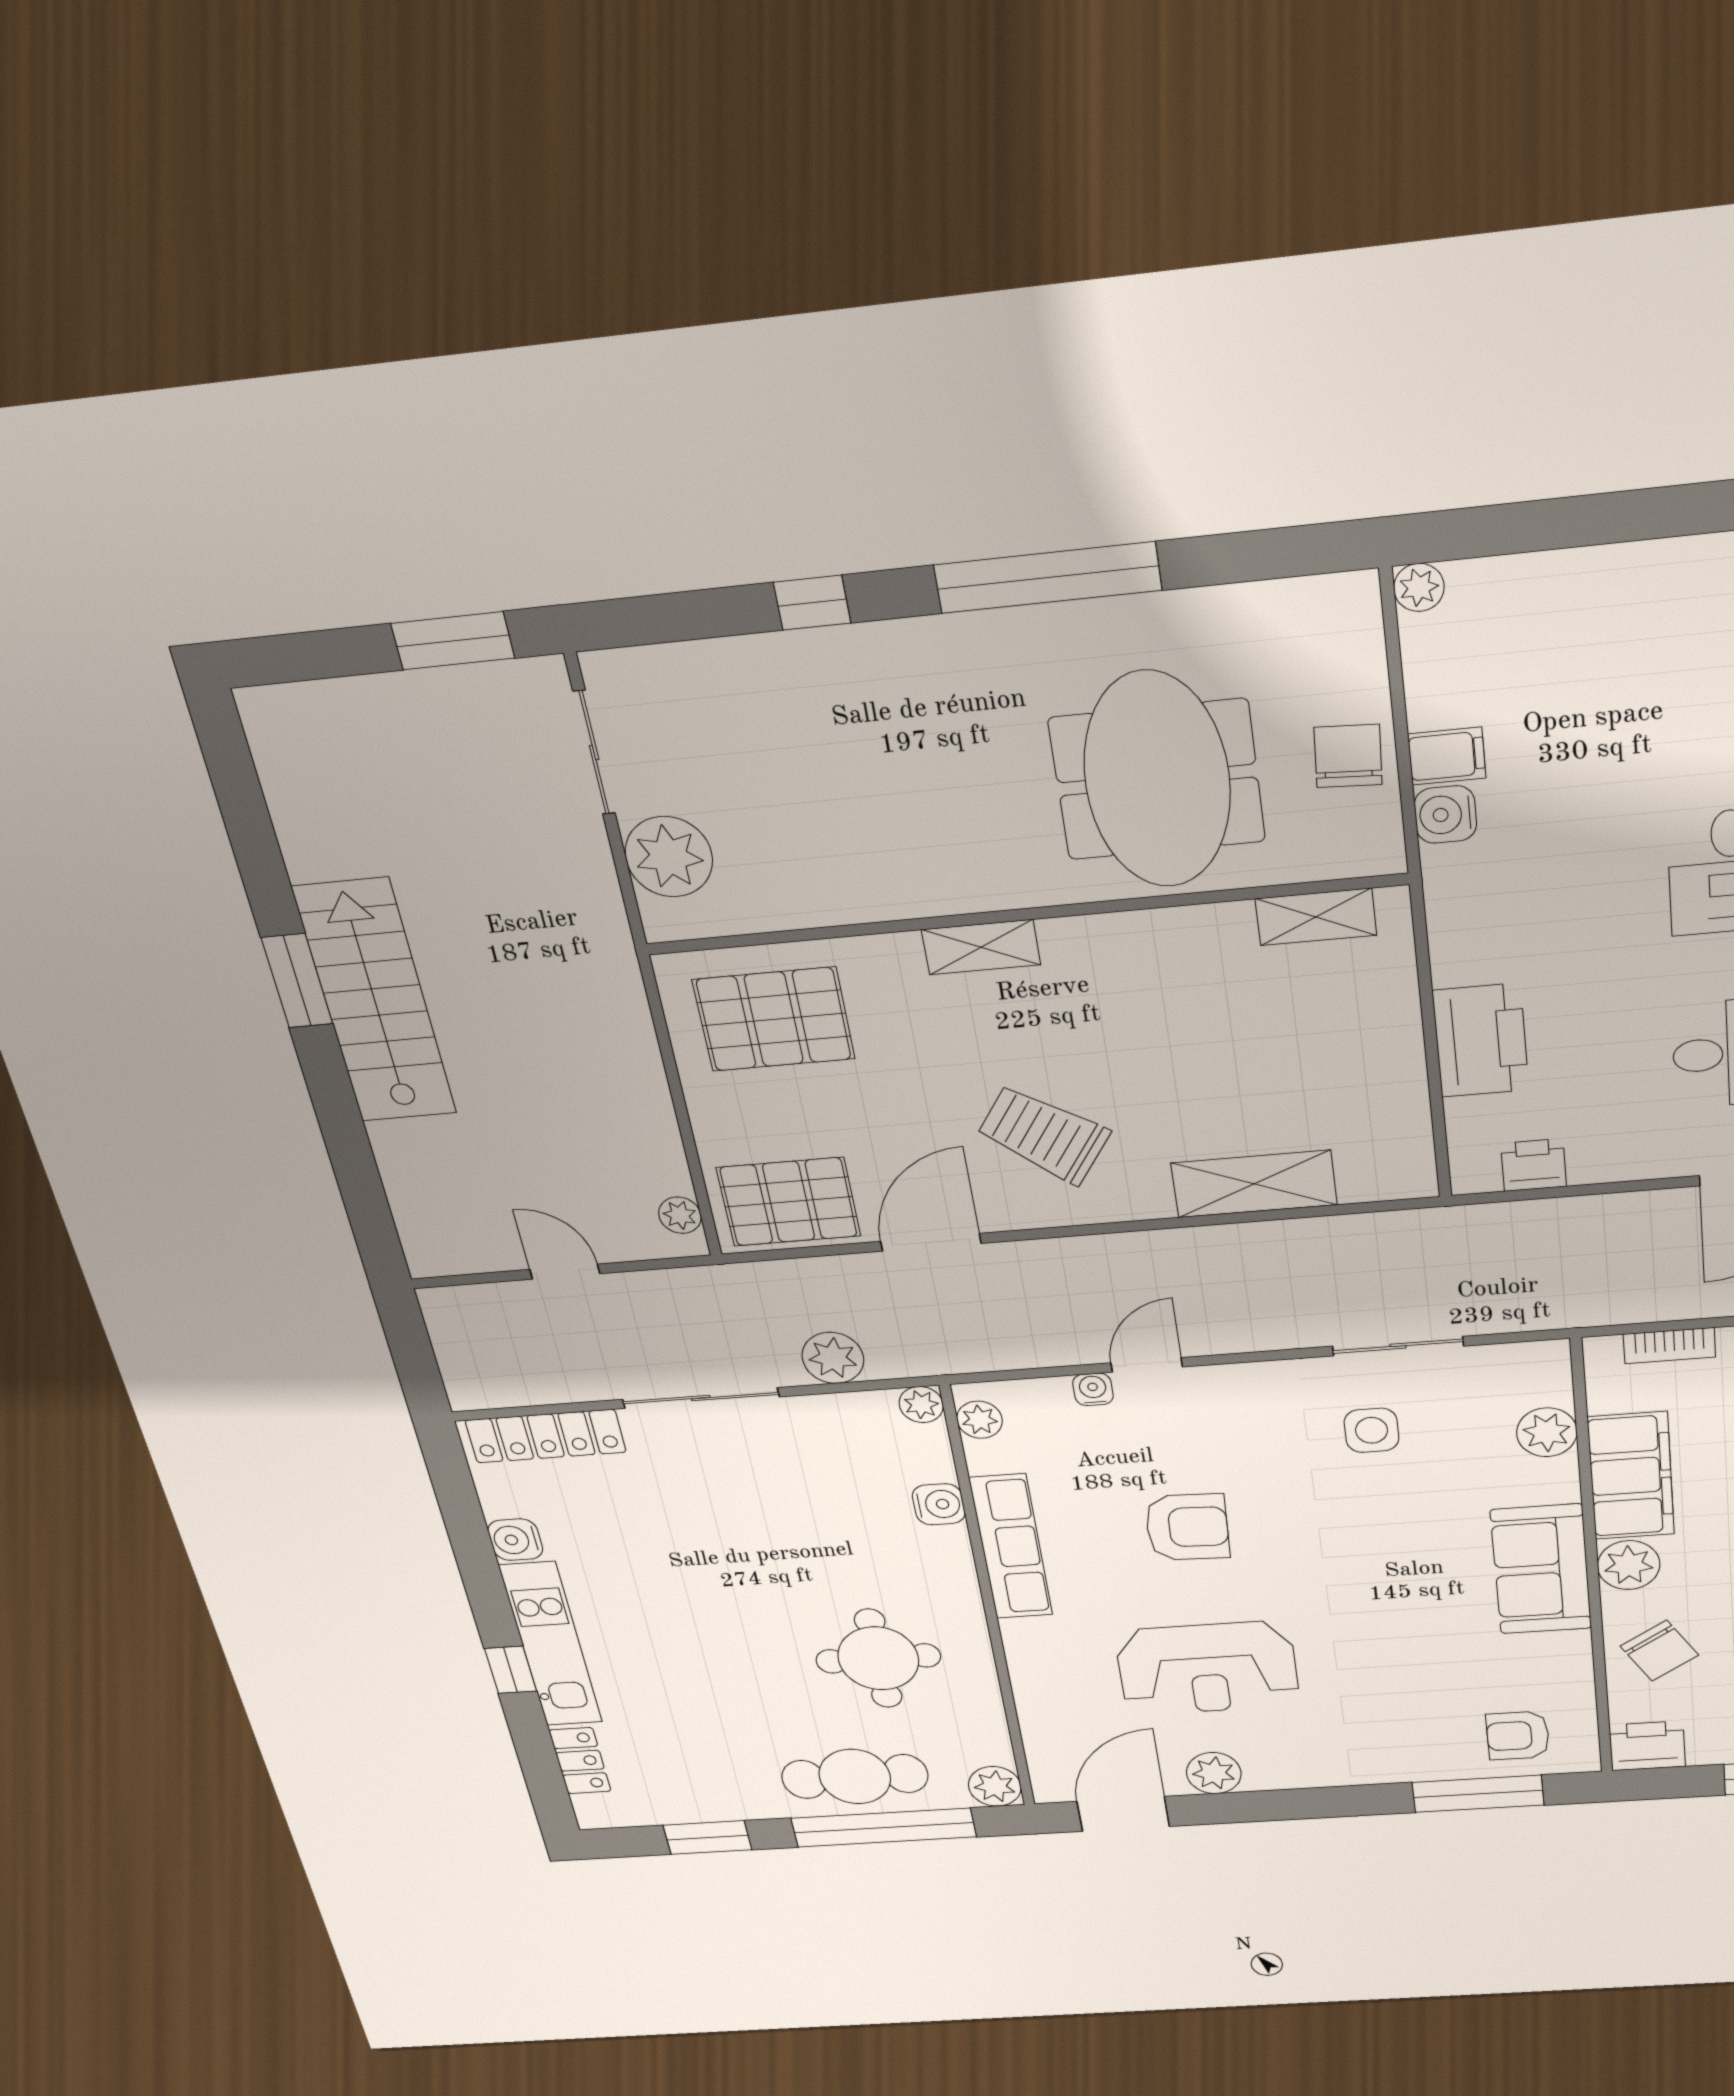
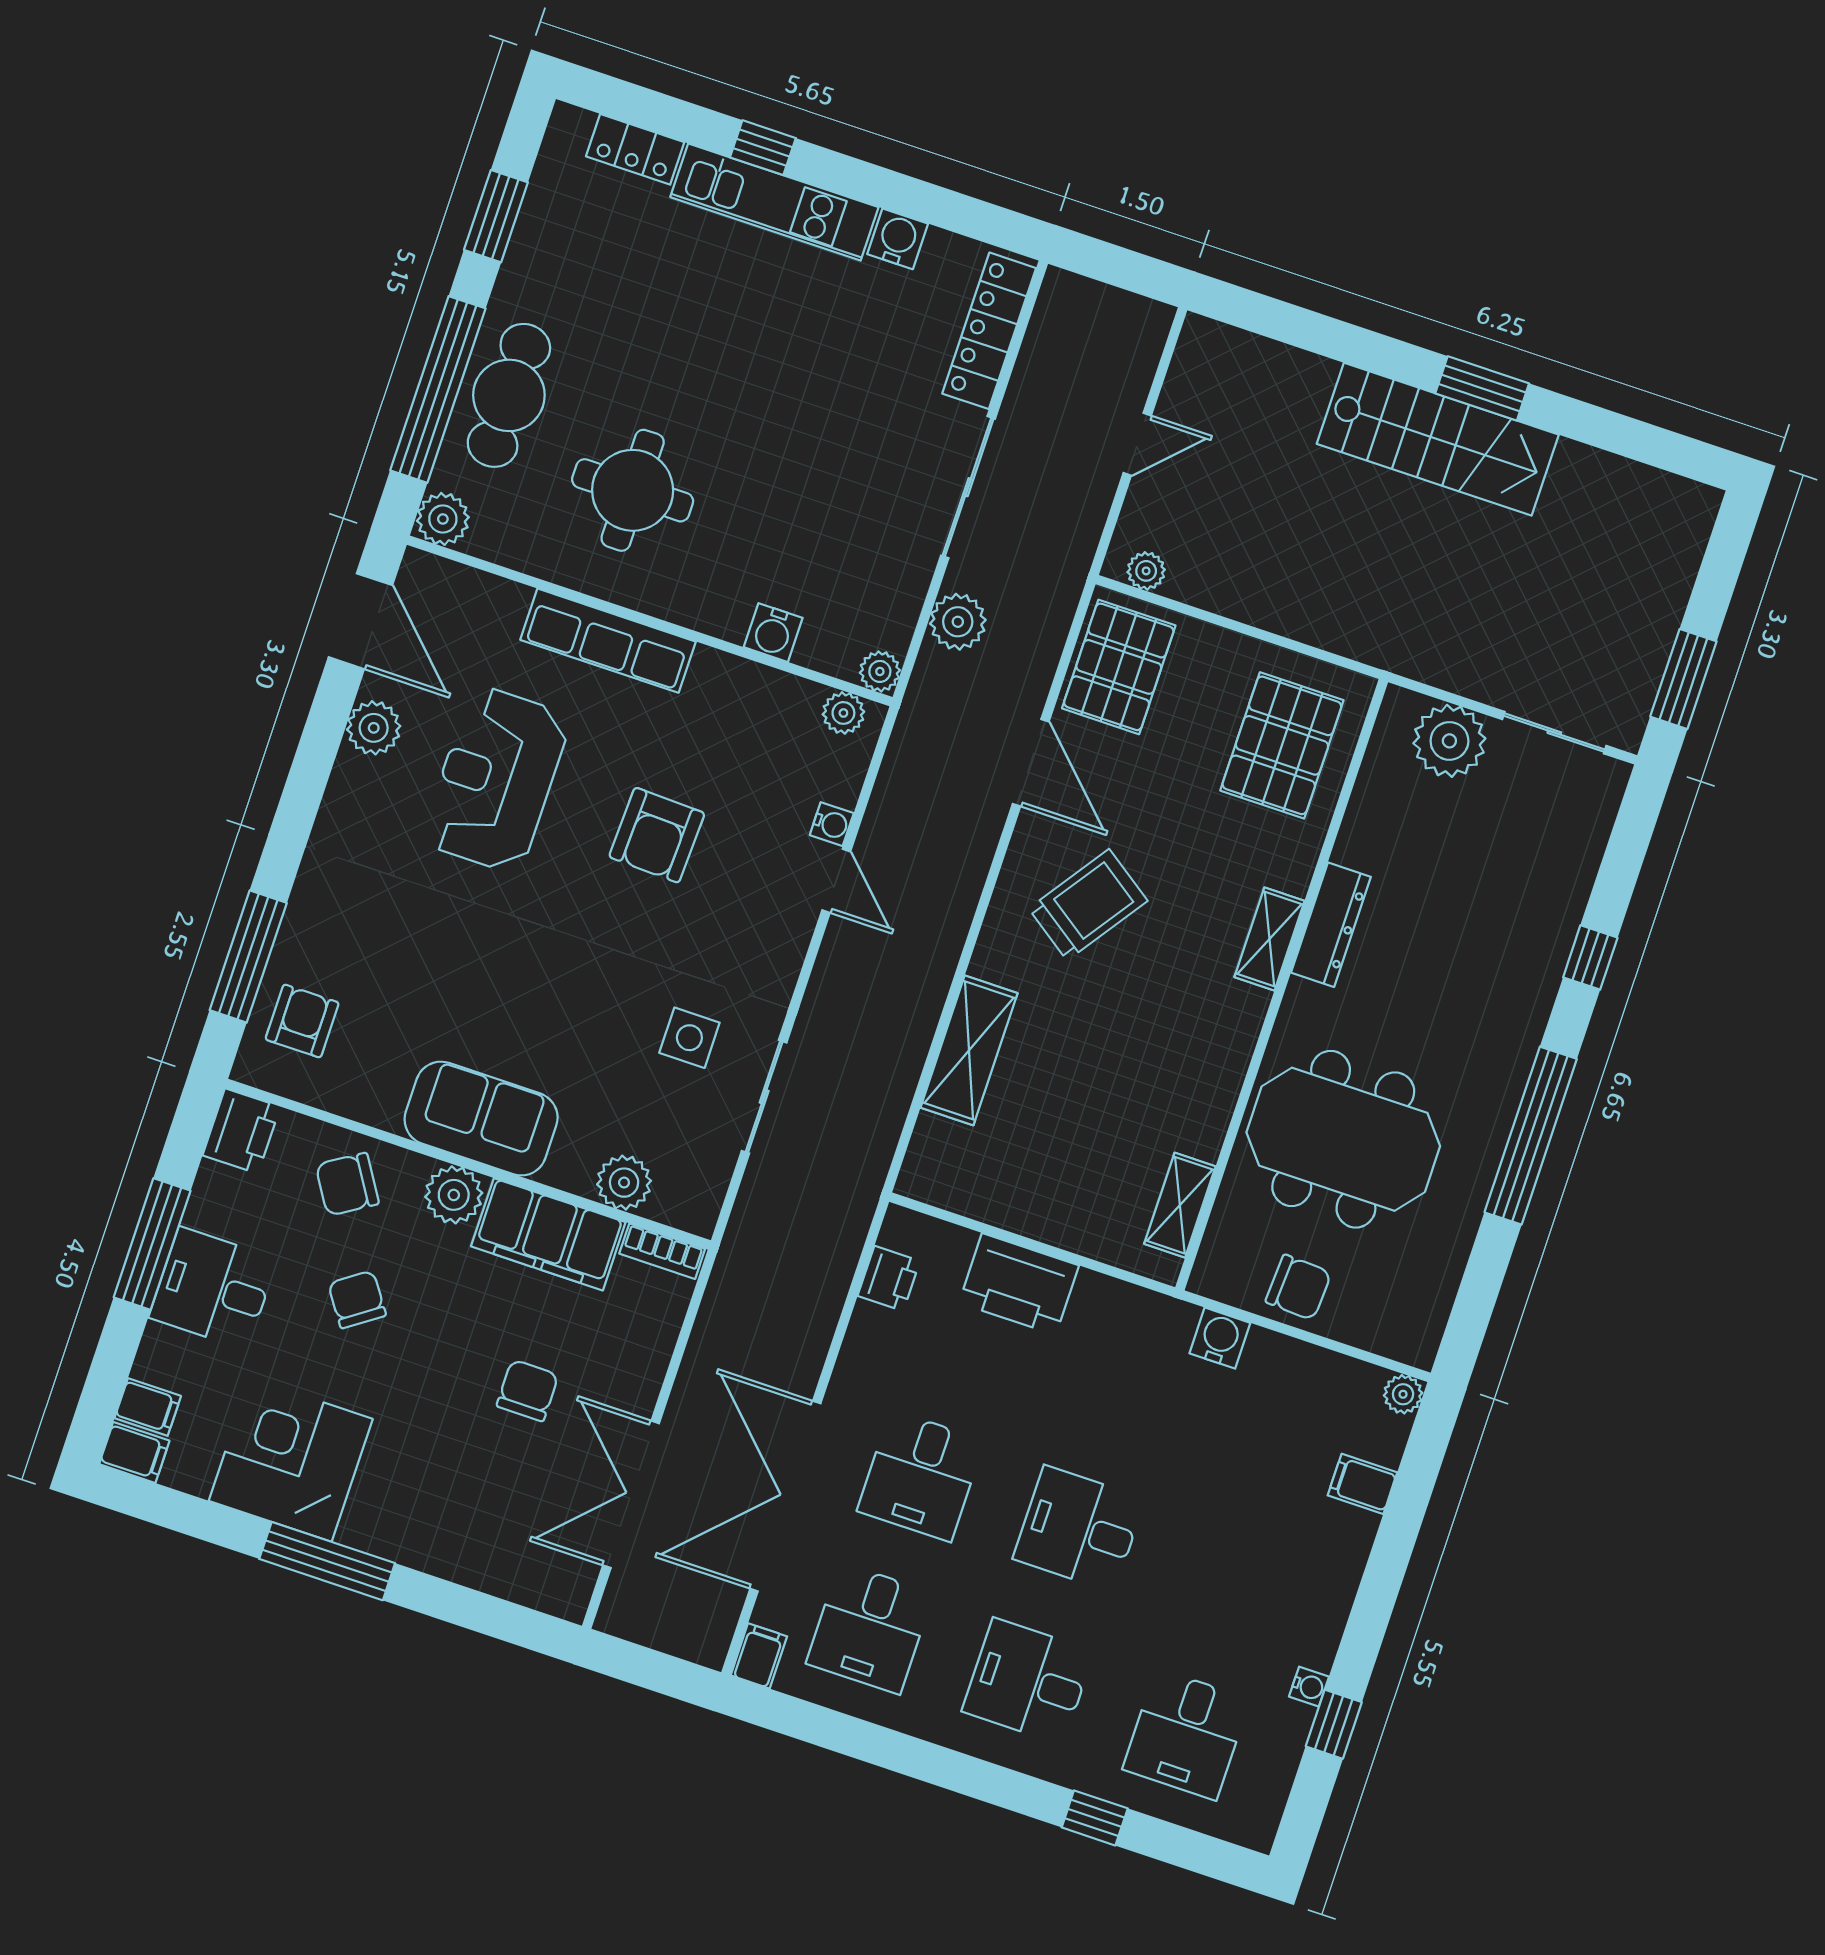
filing cabinet: (1447, 756) -> (1362, 1484), moved, turned 90
dresser: (931, 892) -> (1331, 925), added
bookcase: (1669, 1346) -> (662, 1251), moved, turned -90
row of seats: (1011, 1547) -> (608, 641), moved

